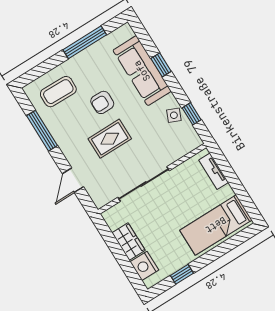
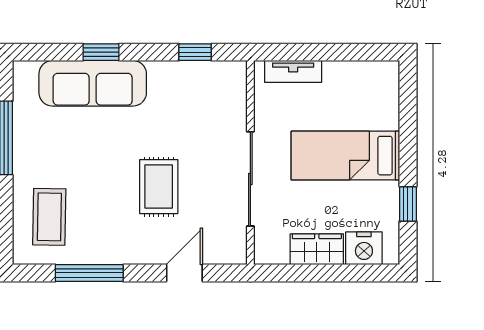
armchair: (102, 102) -> (102, 166), removed
side table: (174, 115) -> (182, 78), removed
door: (73, 180) -> (184, 273), swing flipped
bed: (216, 225) -> (345, 156), moved, turned 90

